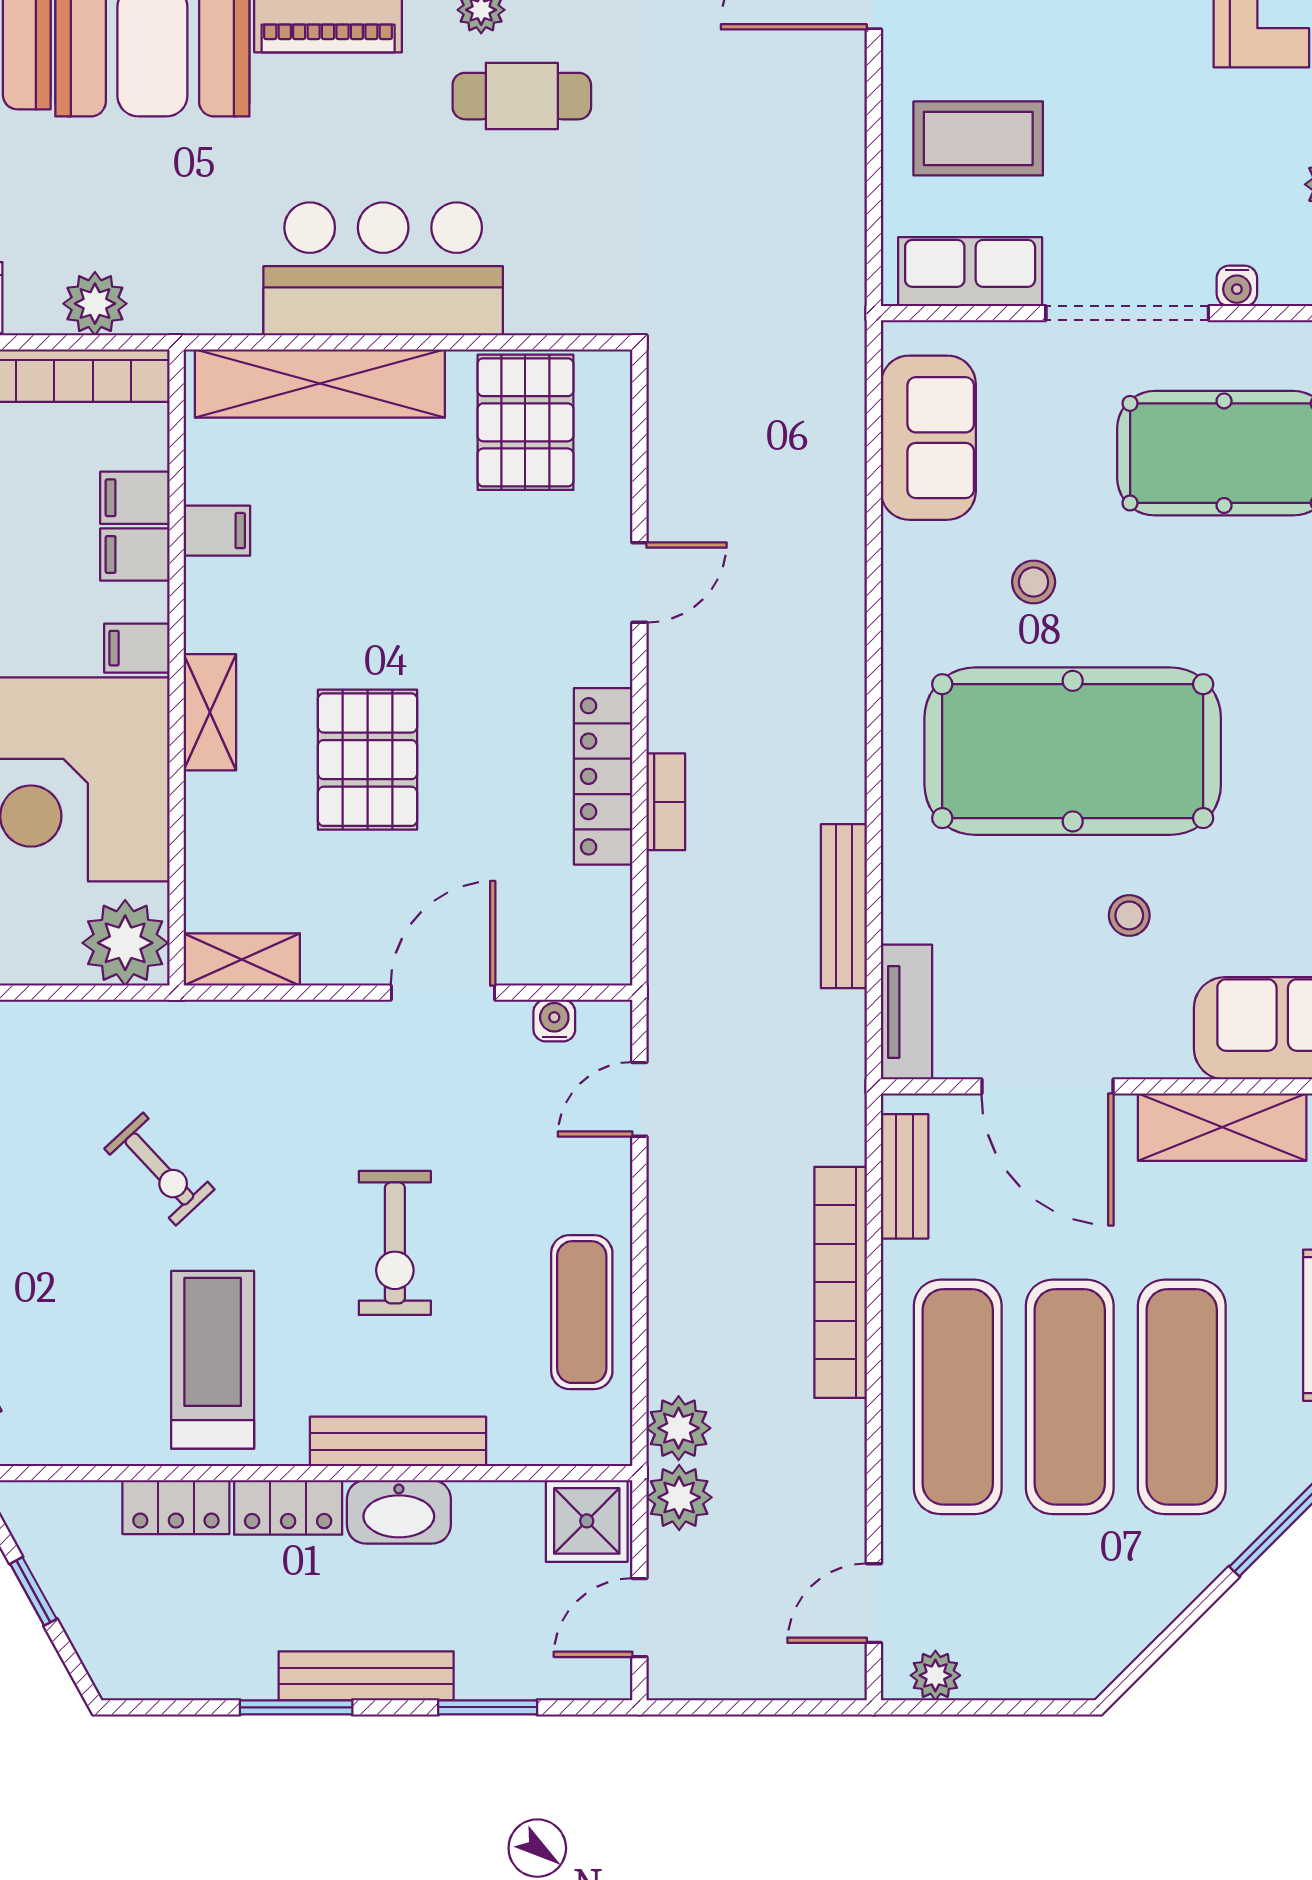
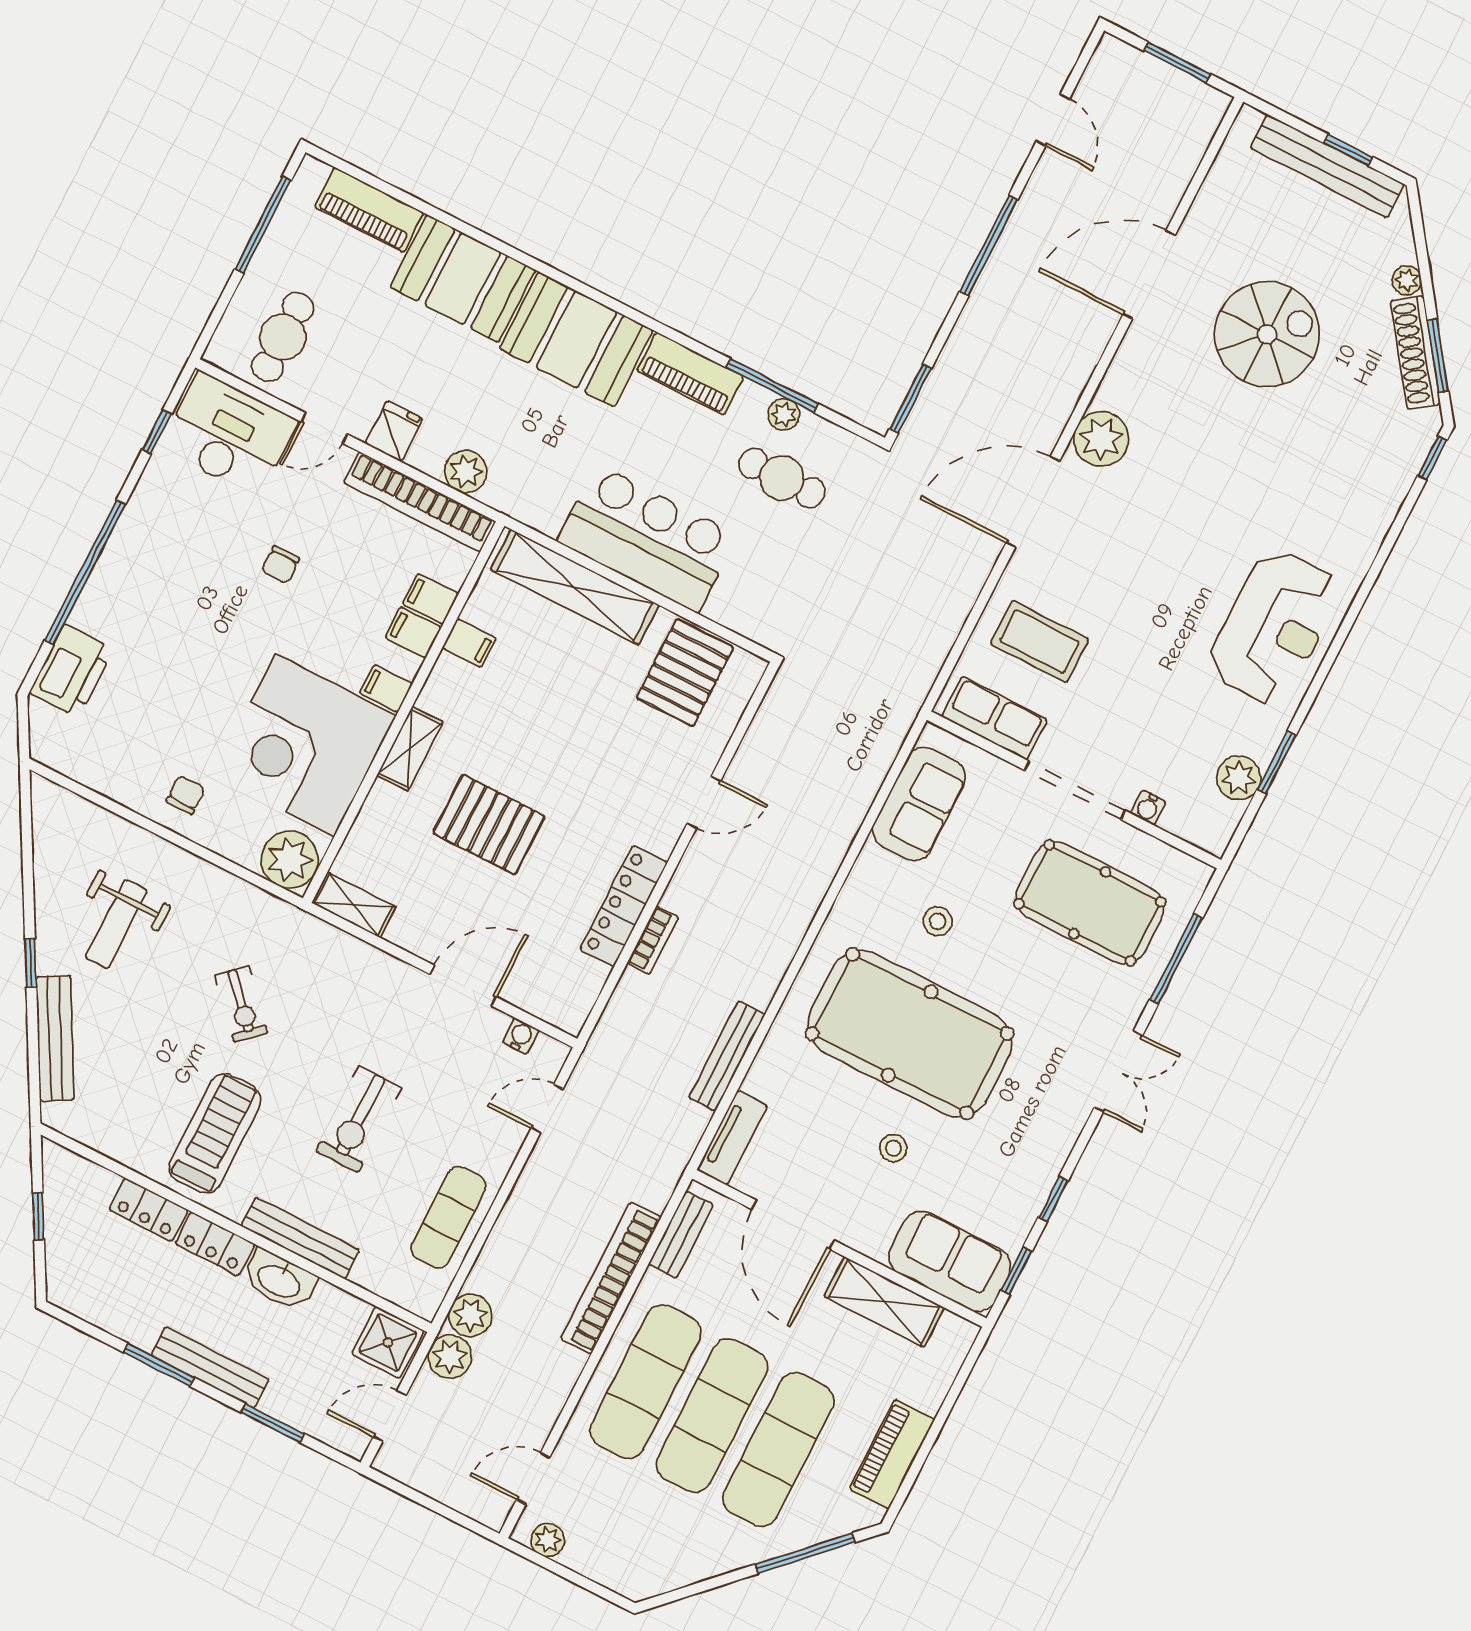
pallet: (368, 760) -> (489, 825), turned 90

